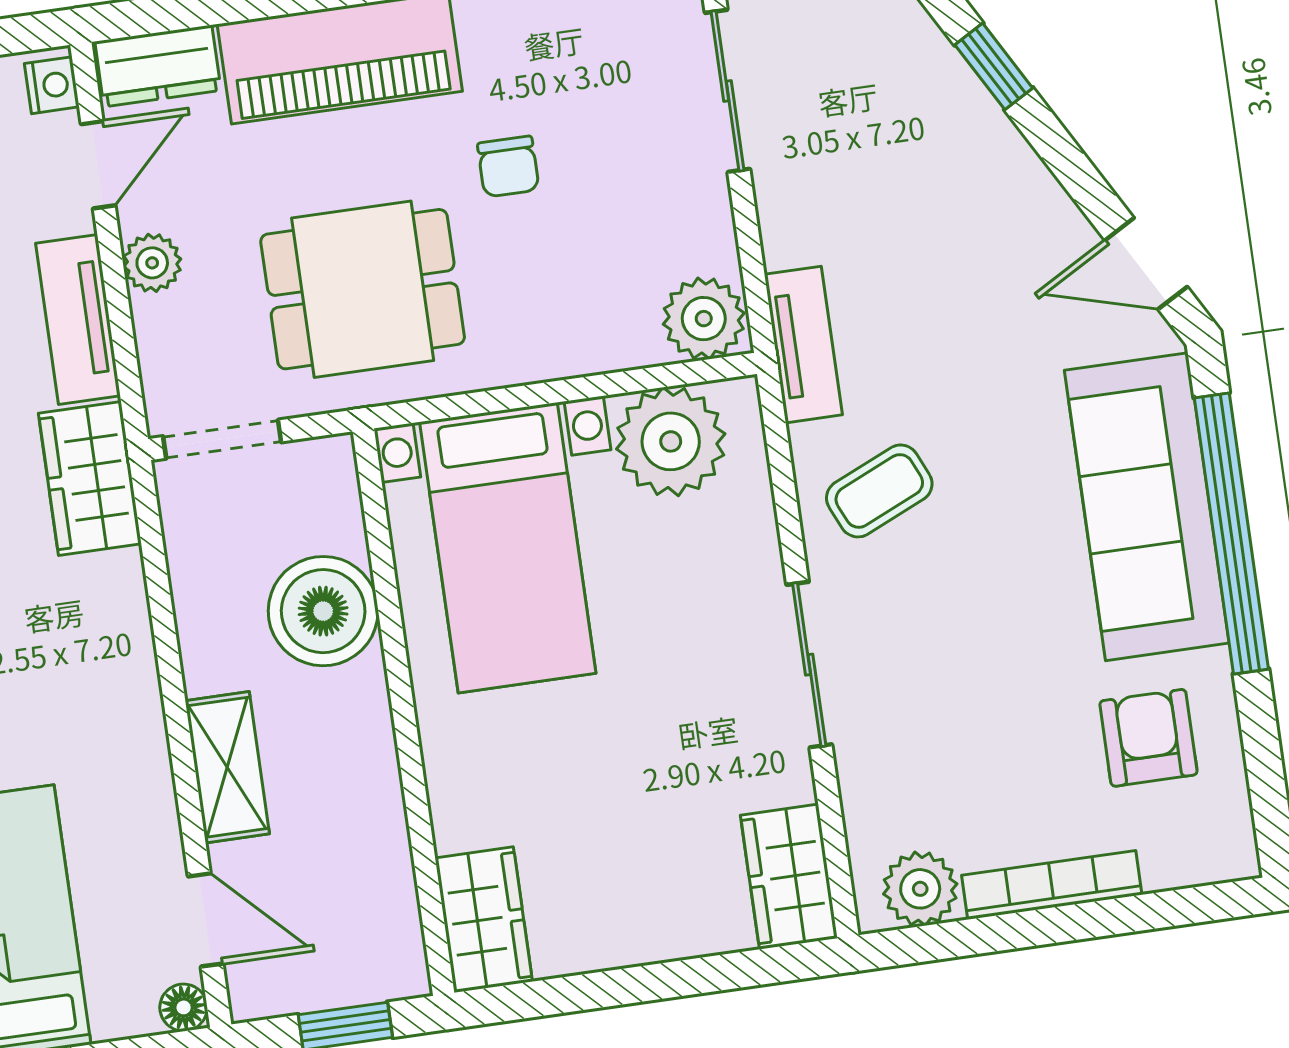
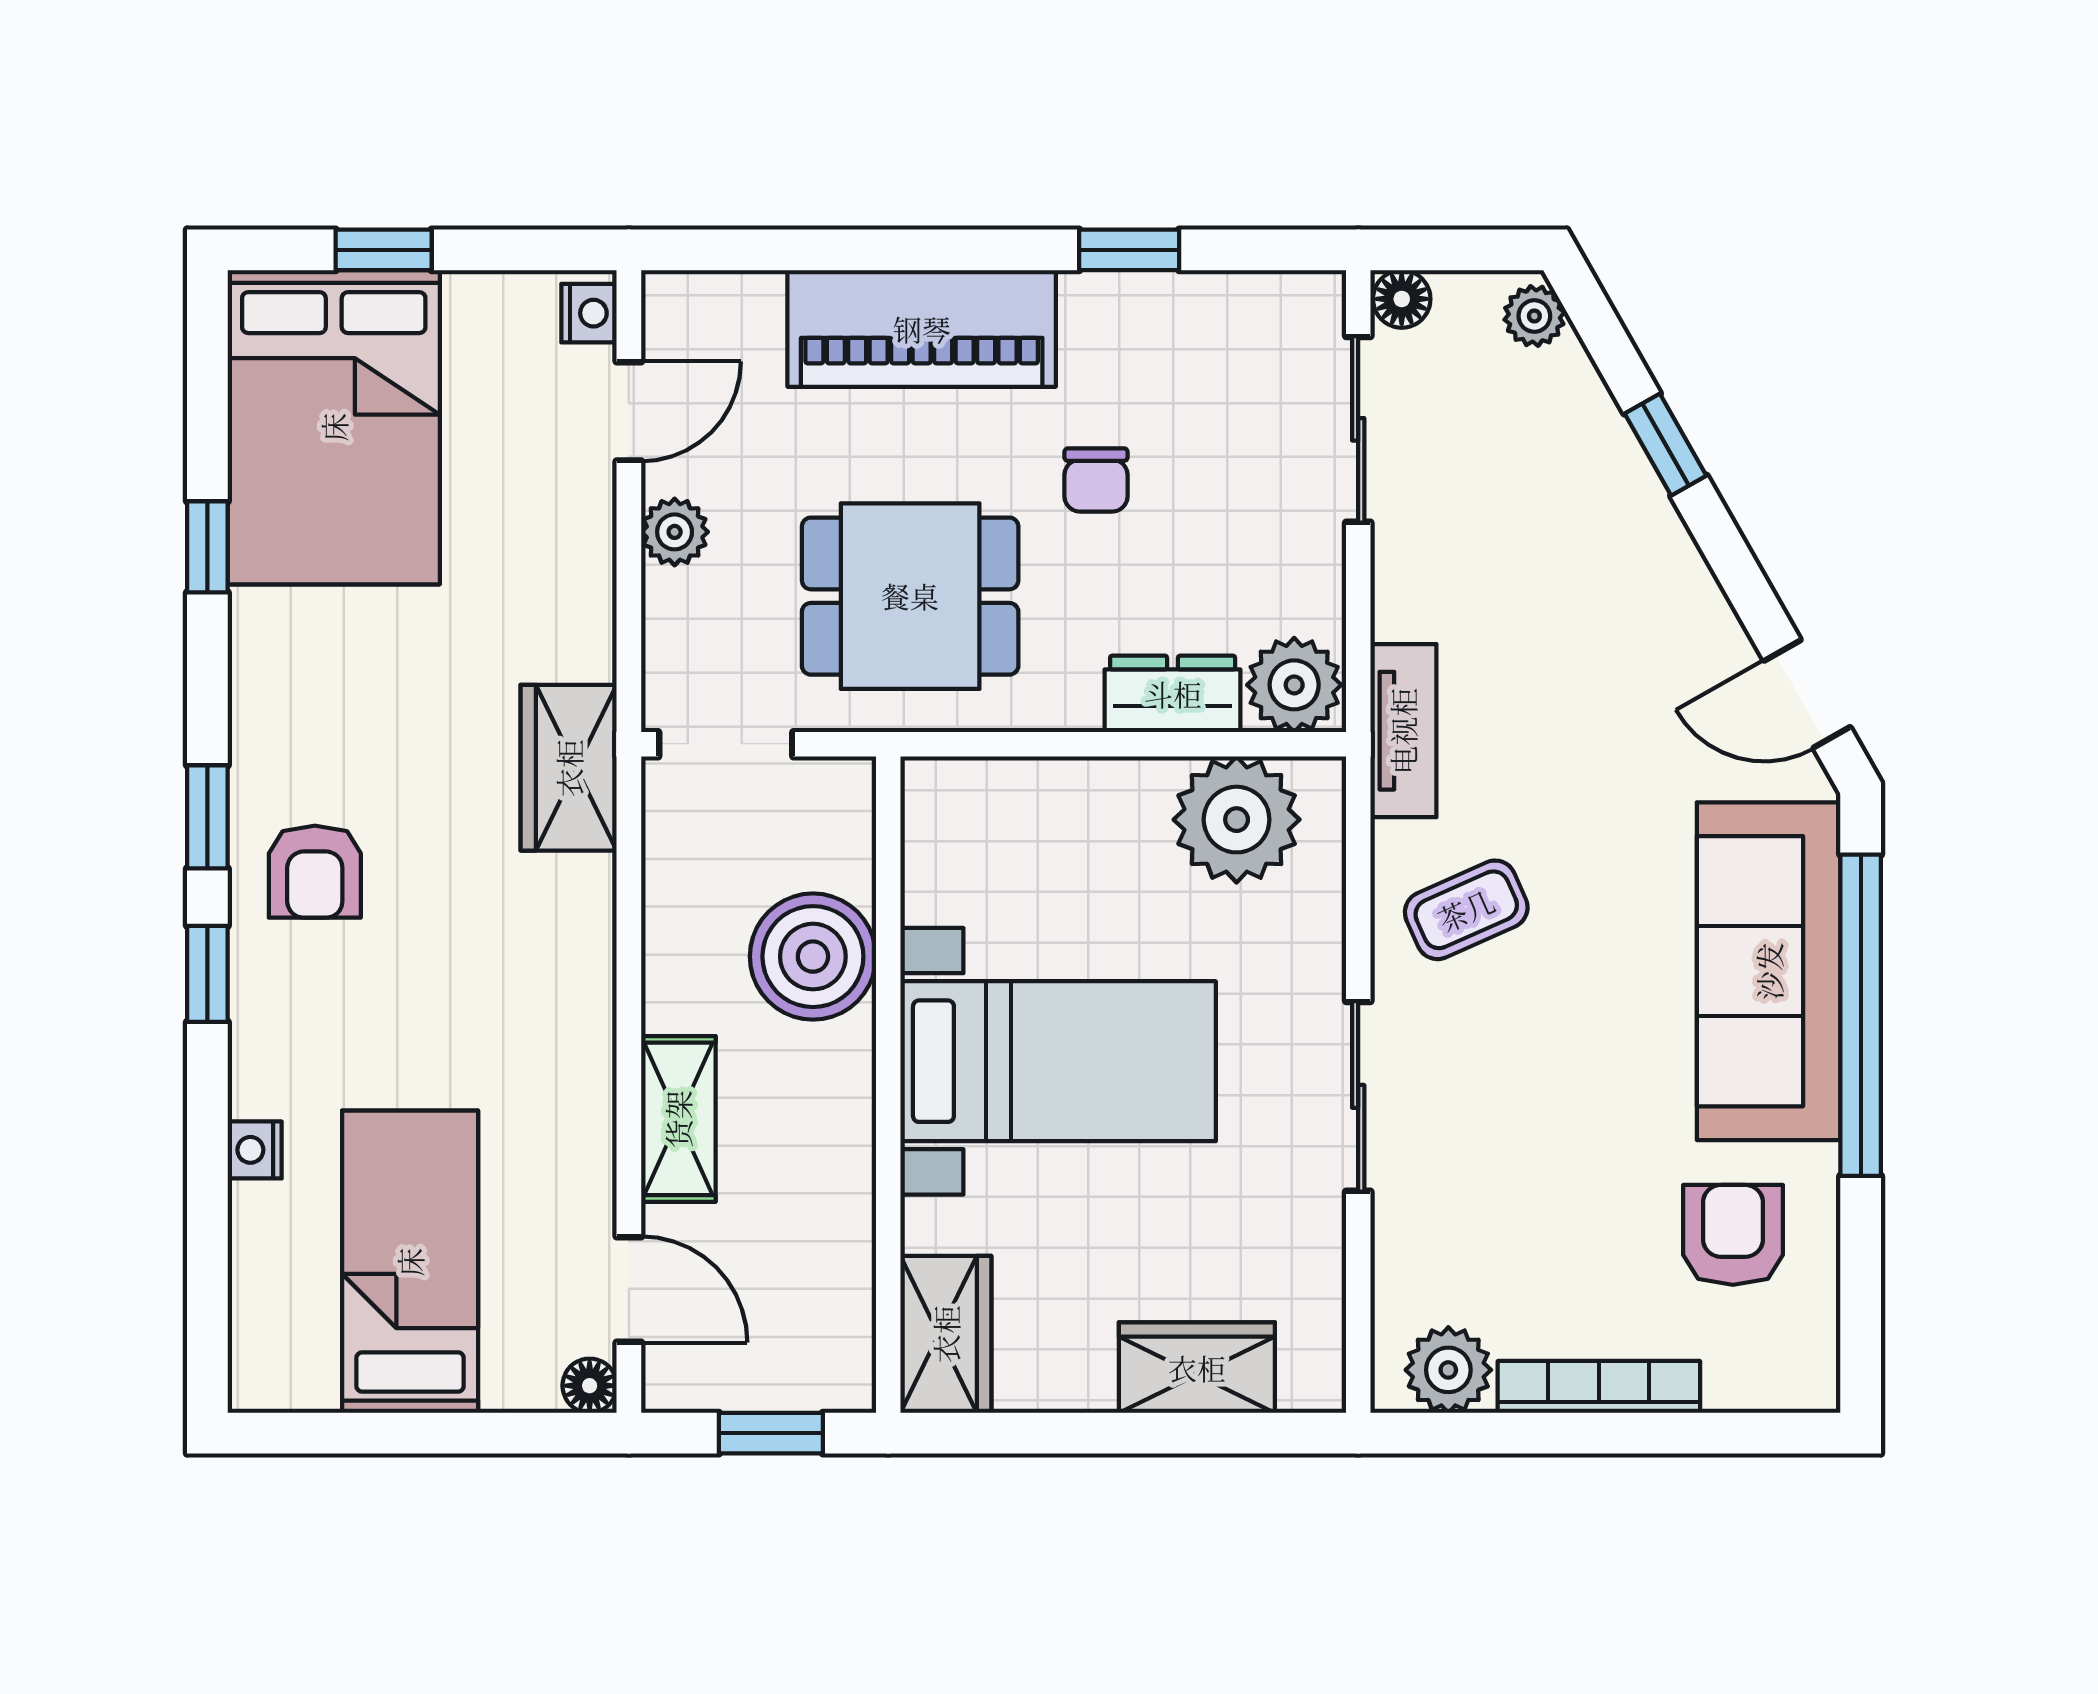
dresser: (158, 66) -> (1173, 694), moved, turned 180
tv unit: (78, 320) -> (581, 584), removed
bed with nightstands: (508, 548) -> (1058, 1061), moved, turned -90
wardrobe: (789, 877) -> (1197, 1368), moved, turned 90

